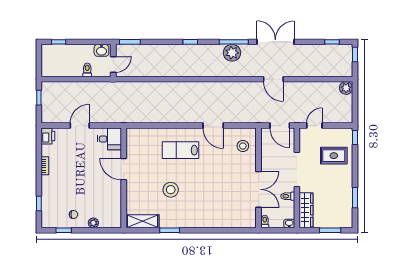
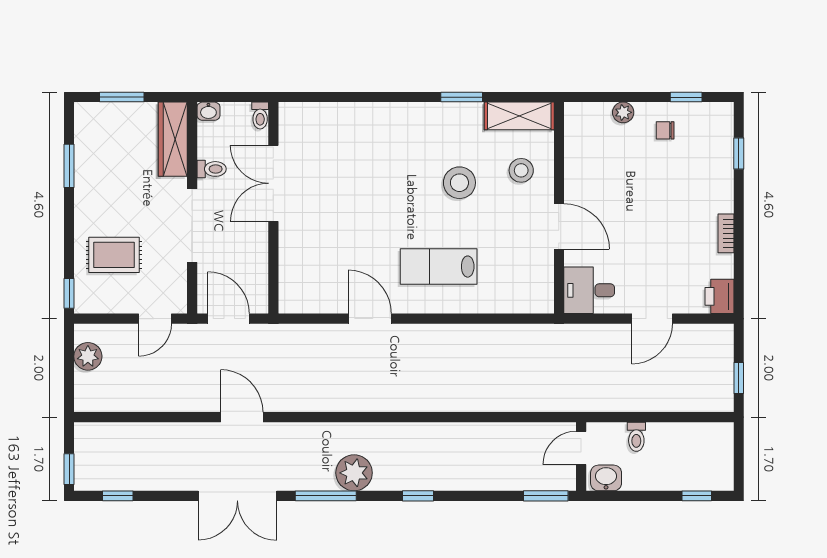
plant: (232, 53) -> (354, 473), moved
plant: (346, 88) -> (88, 356), moved
stool: (243, 146) -> (521, 170), moved
lab bench: (181, 150) -> (439, 267), turned 180

